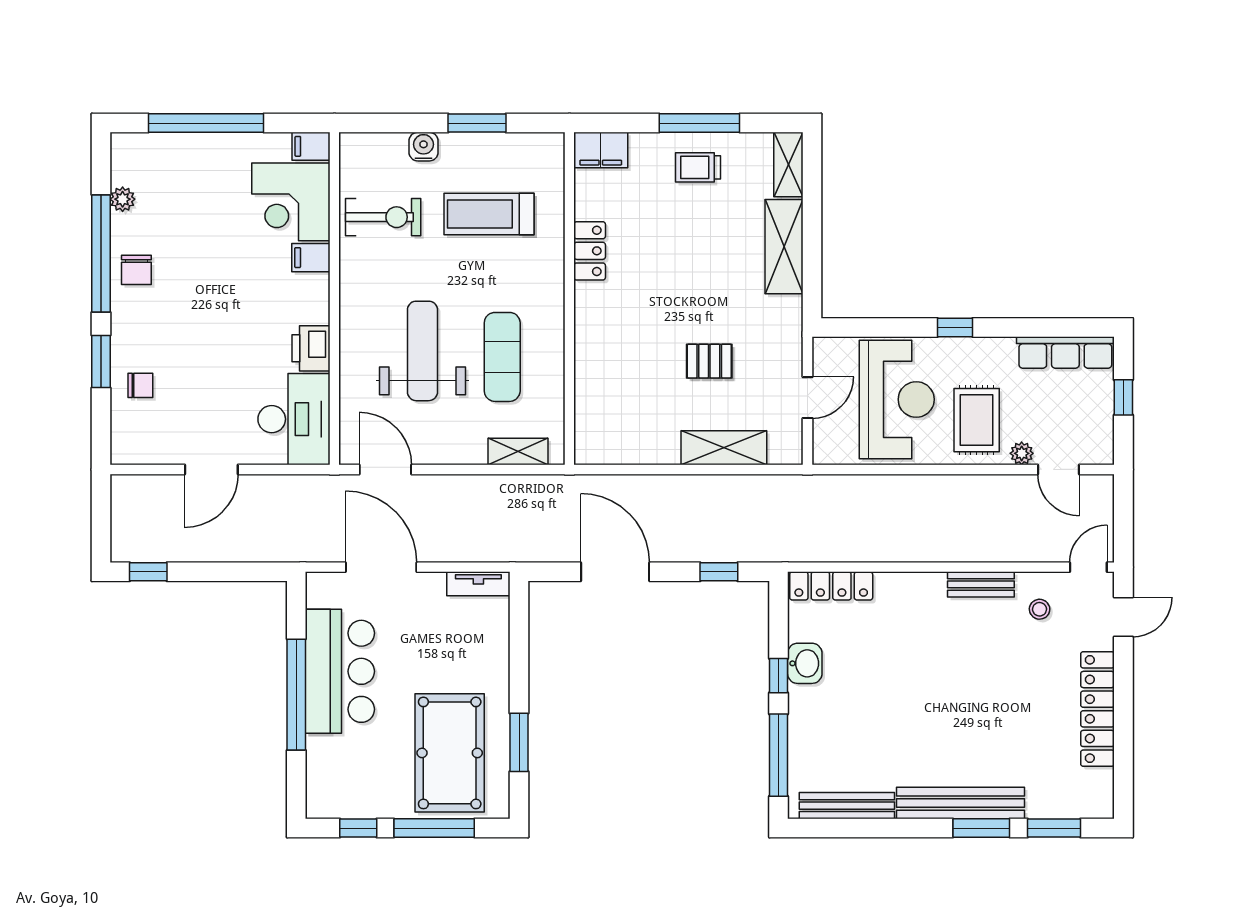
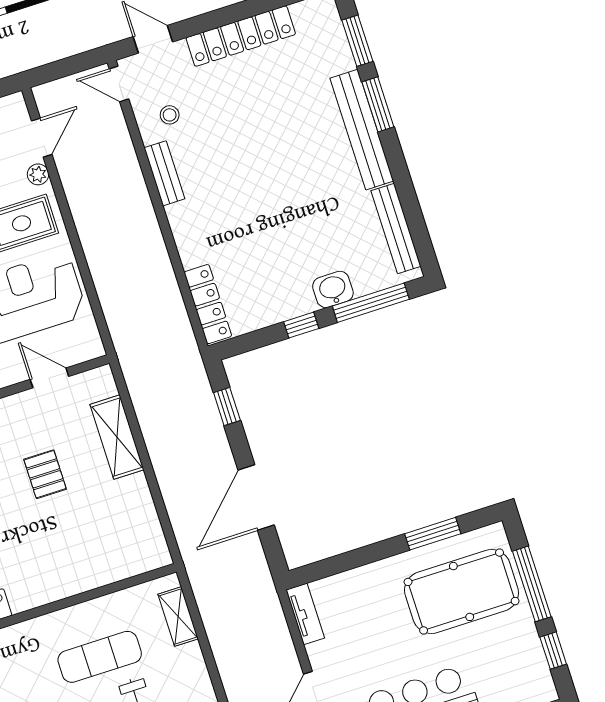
washbasin: (805, 663) -> (333, 289), moved

